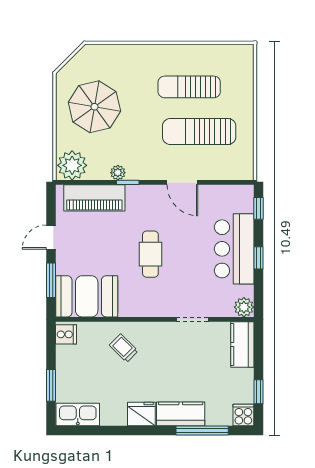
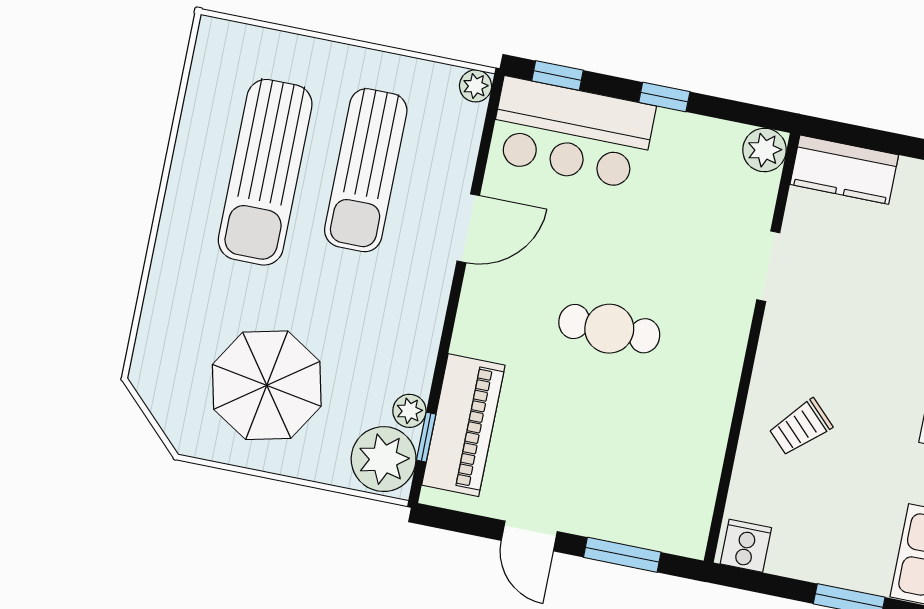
sun lounger: (189, 87) -> (265, 172), width x1.36, depth x1.34
plant: (118, 173) -> (409, 411), moved
plant: (246, 173) -> (476, 86), added
window: (128, 182) -> (426, 437), moved
bar counter: (234, 249) -> (572, 133), moved
booth: (87, 296) -> (673, 485), removed

